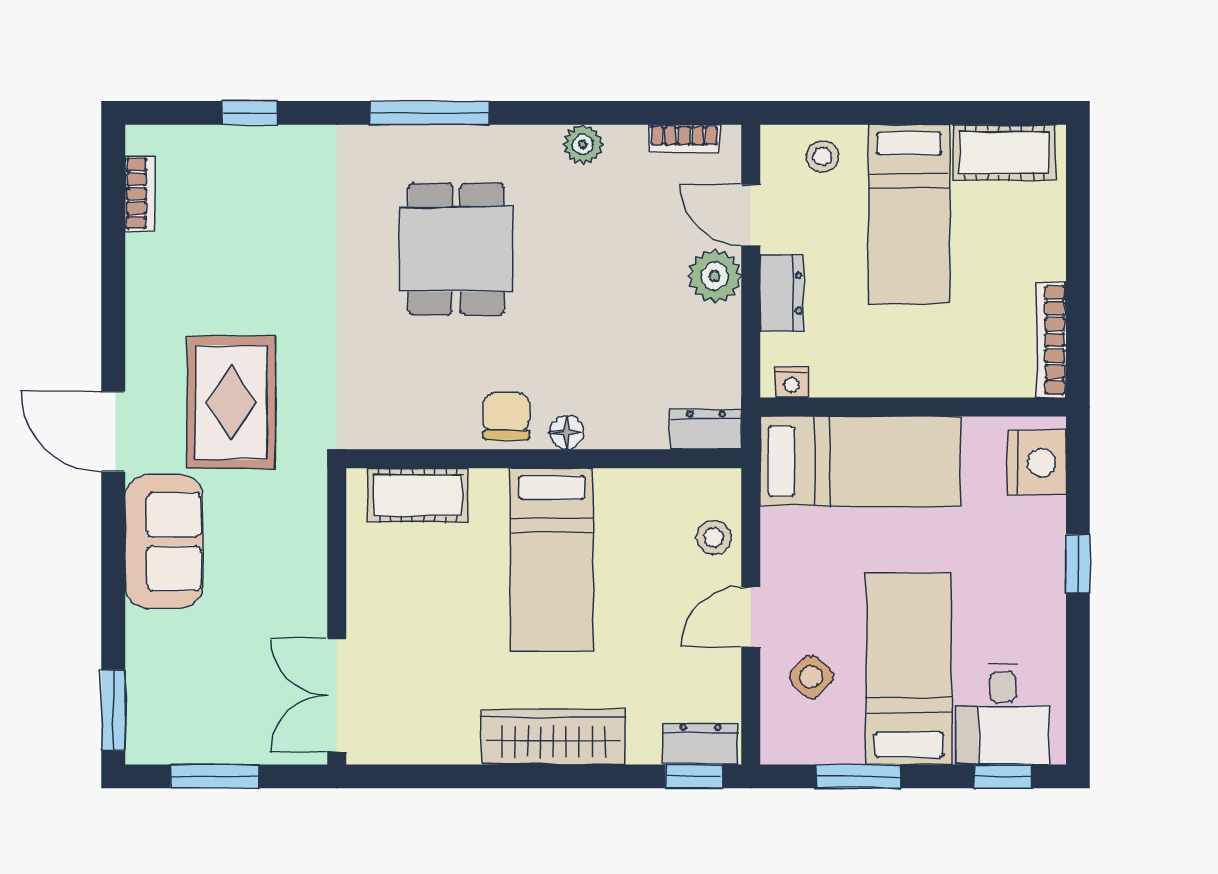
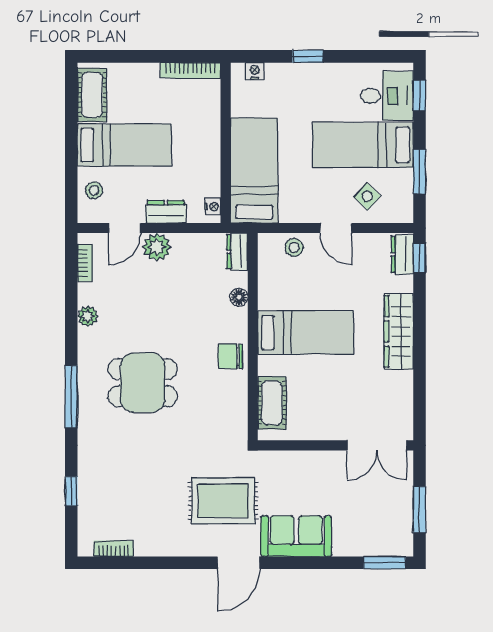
floor lamp: (567, 432) -> (239, 297), moved
nightstand: (1037, 463) -> (255, 71), width x0.53, depth x0.56

